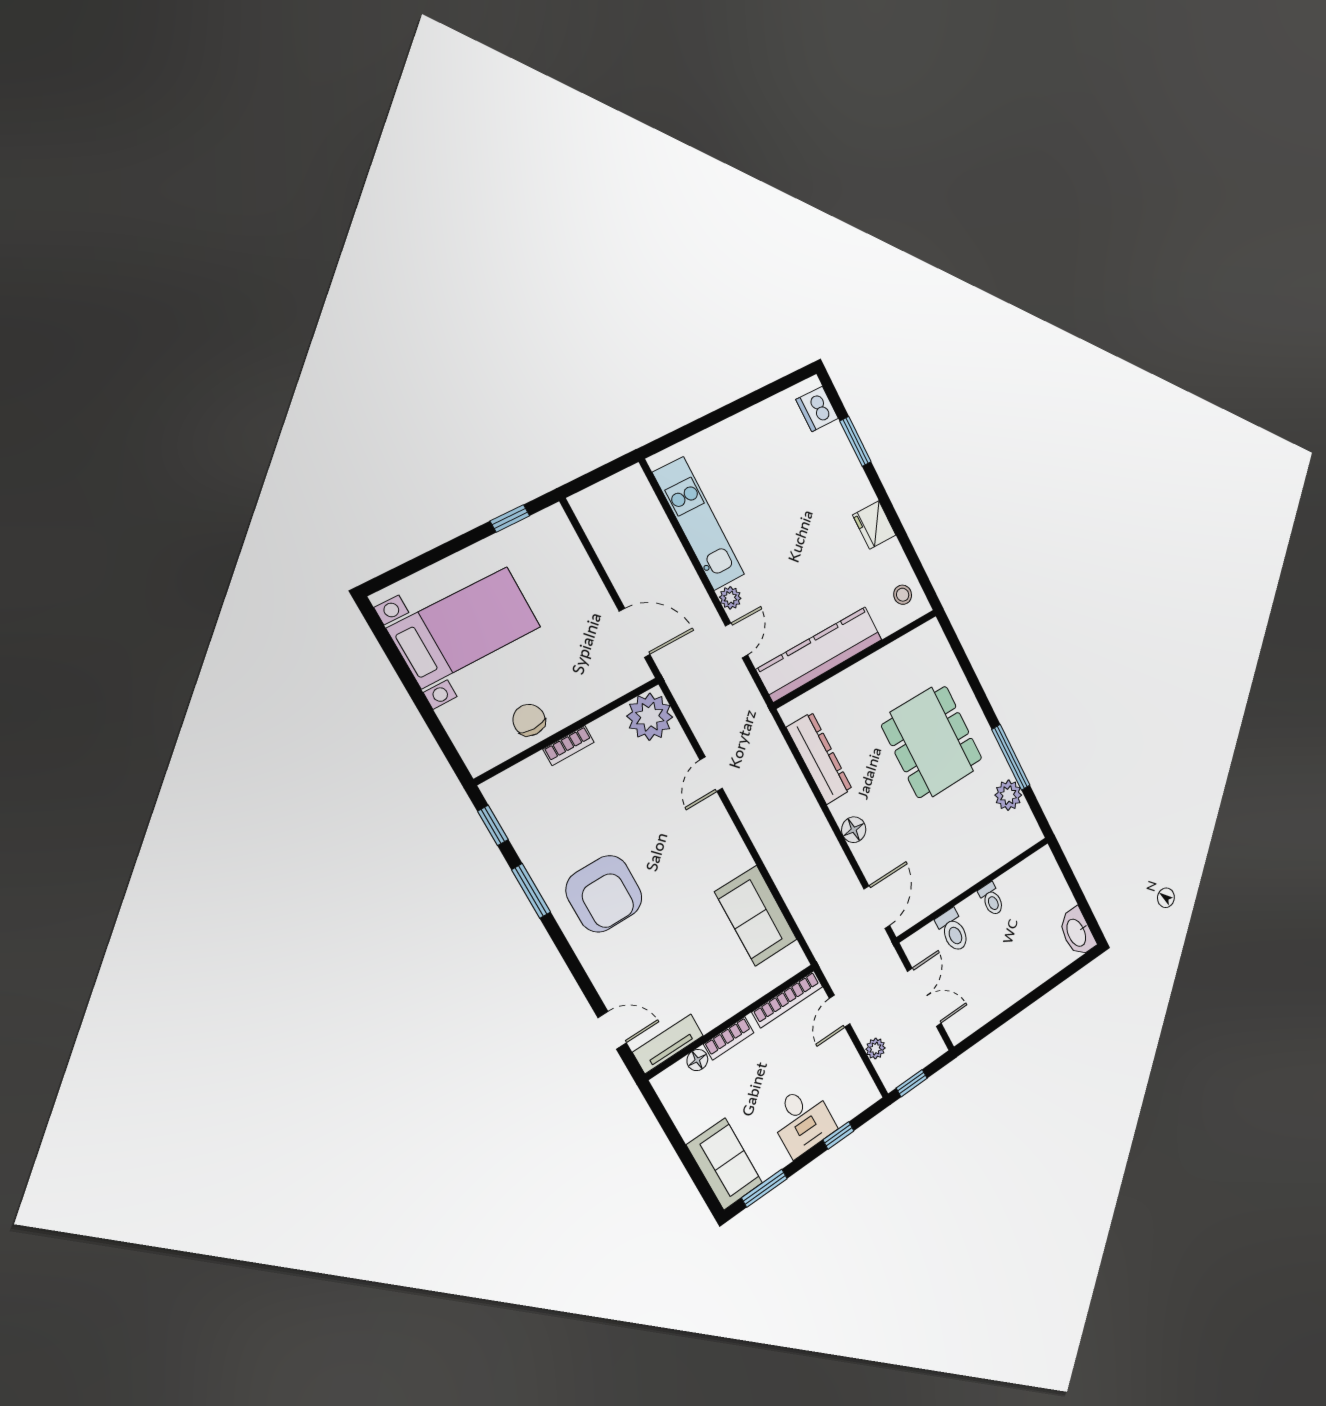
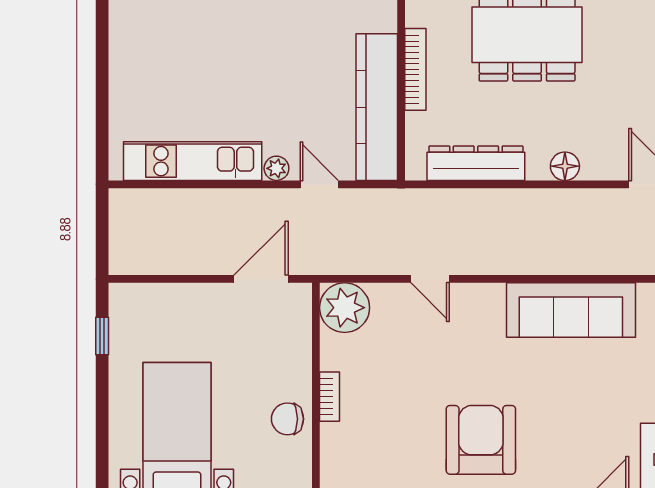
bookcase: (863, 669) -> (415, 69), added
armchair: (604, 894) -> (481, 440), turned -90
sofa: (756, 916) -> (571, 310), width x1.36

